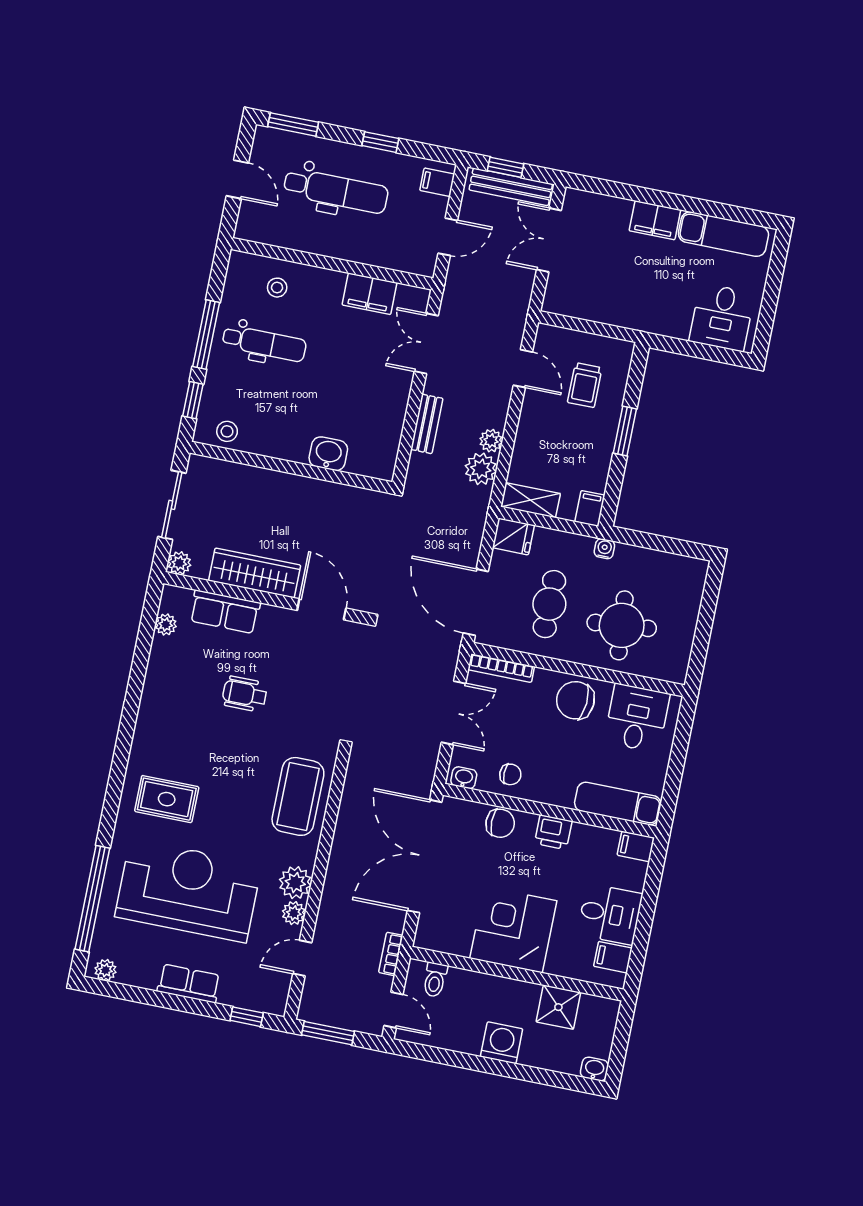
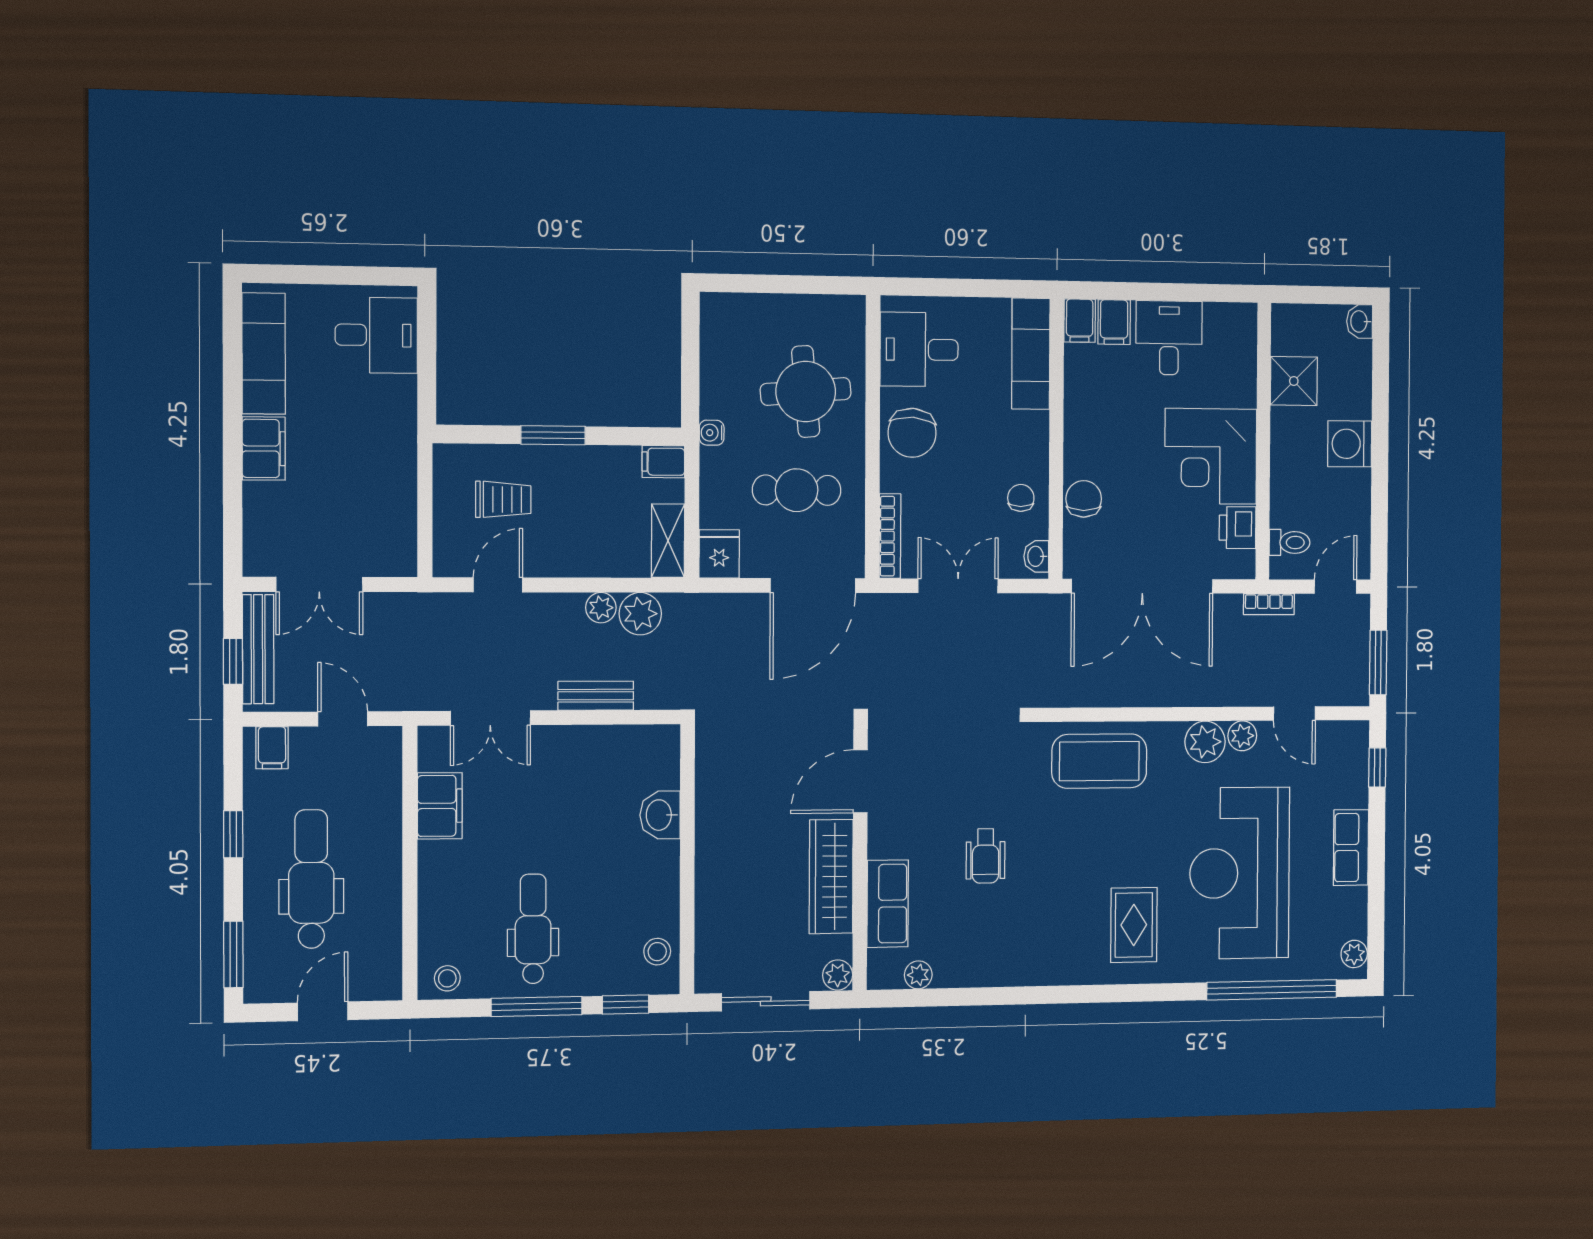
stool: (277, 288) -> (447, 978), moved
printer: (553, 832) -> (1238, 528), moved, turned 180
filing cabinet: (613, 957) -> (1114, 322), moved

